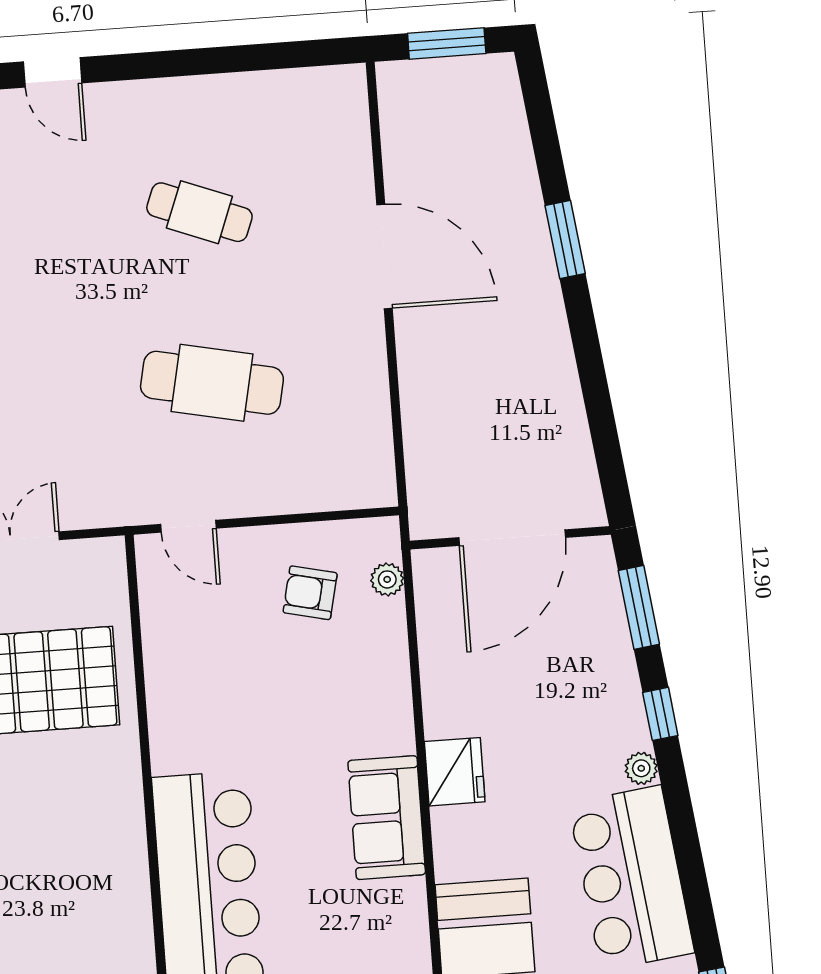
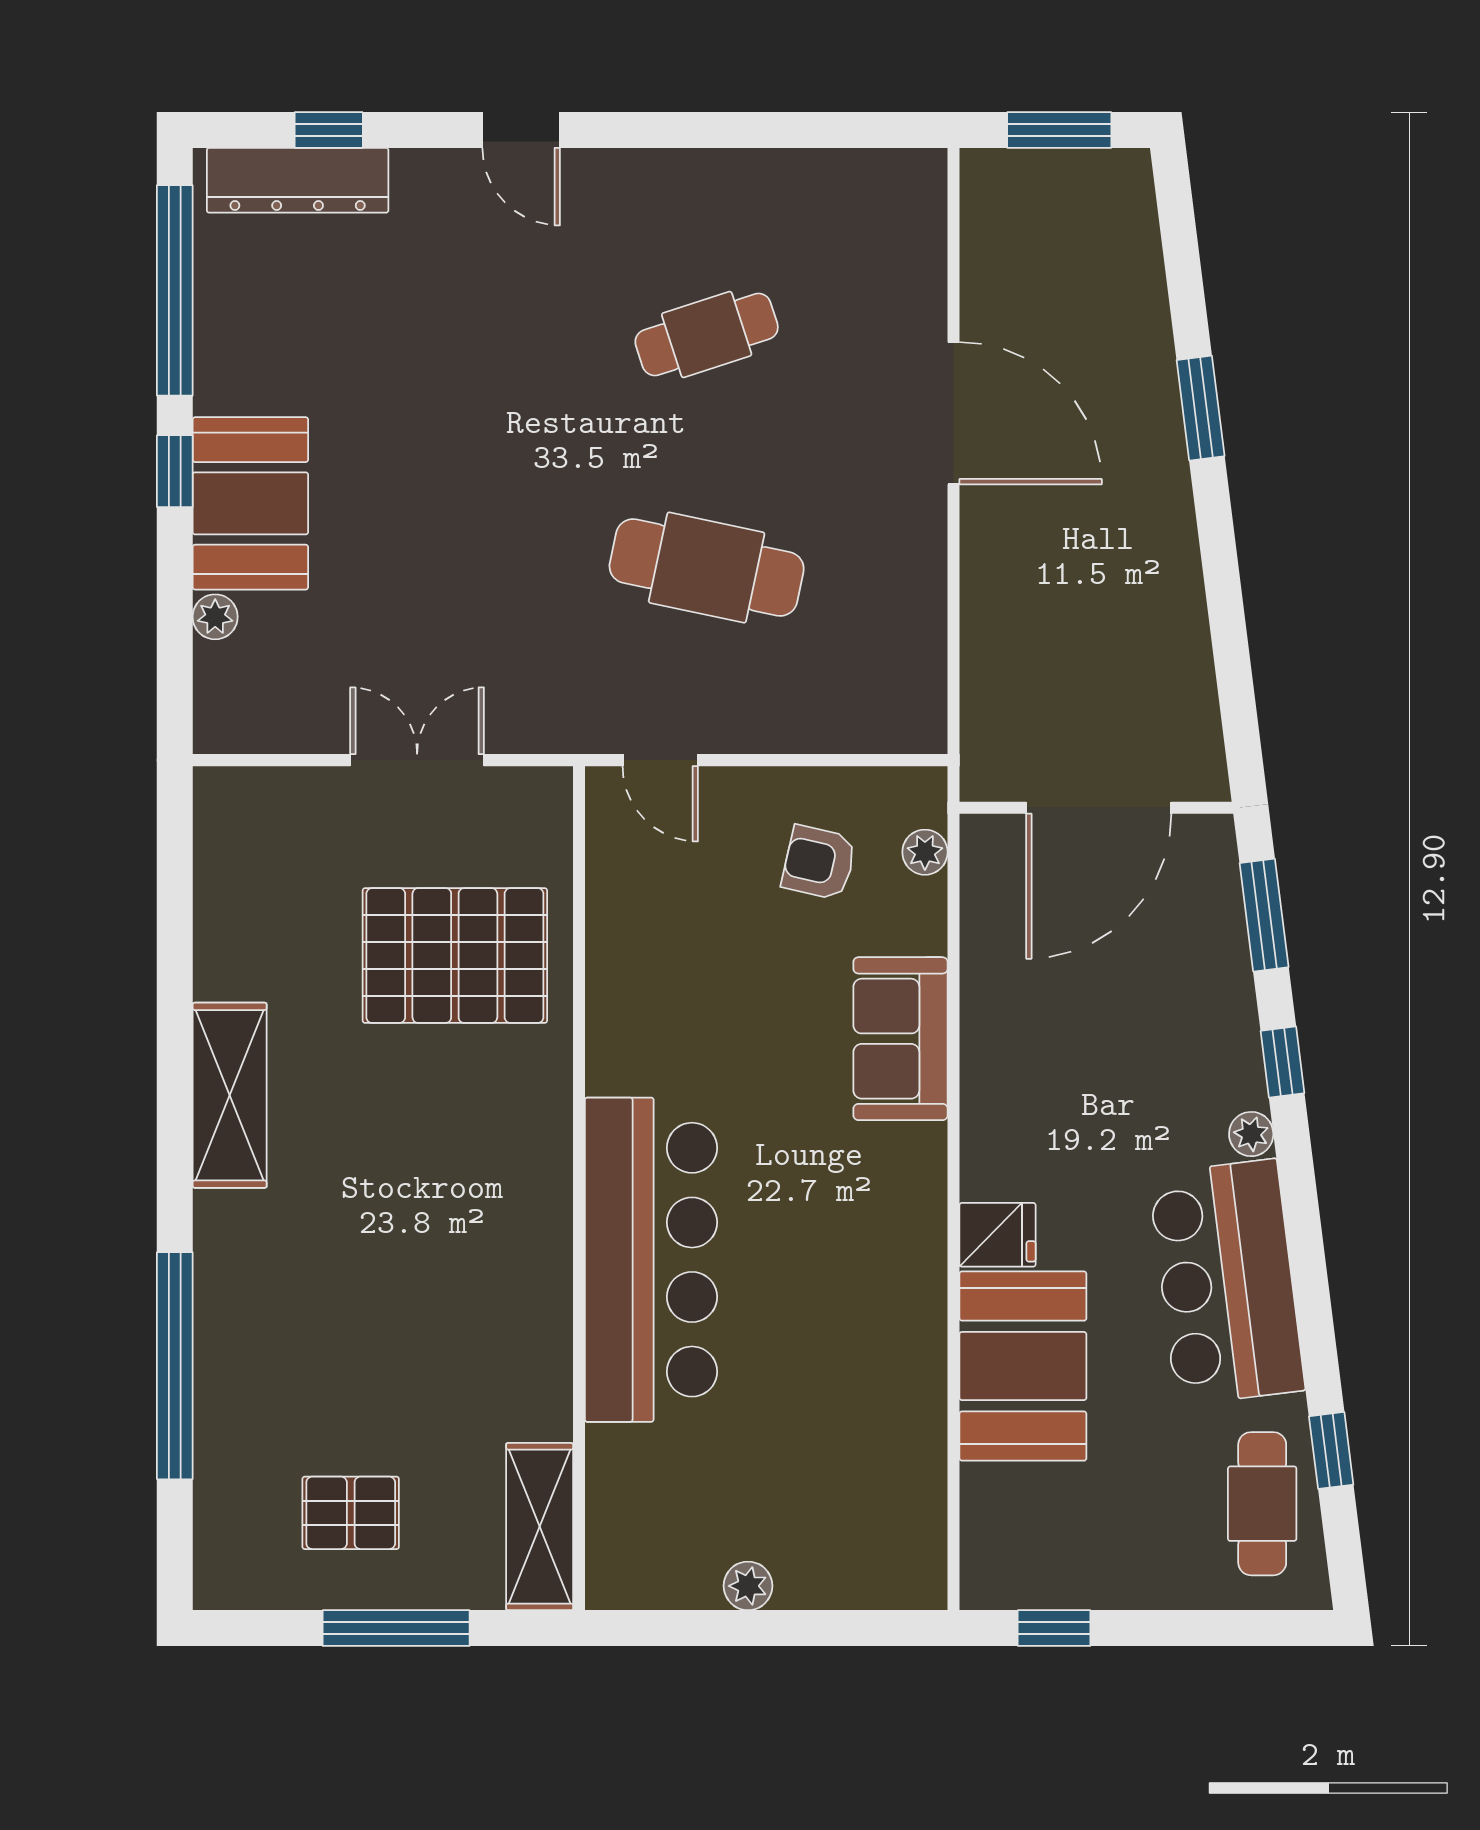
cafe table: (199, 212) -> (707, 335), turned -39
fridge: (455, 772) -> (998, 1235), moved, width x0.72
sofa: (387, 818) -> (900, 1039), moved

